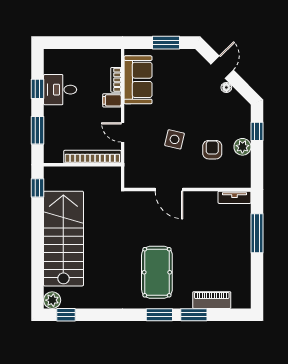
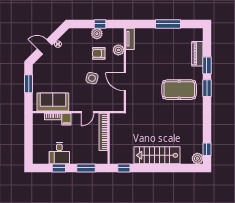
window: (257, 131) -> (100, 24), moved
plant: (217, 180) -> (118, 50), added
door: (169, 189) -> (125, 82), swing flipped
window: (257, 233) -> (168, 24), moved
stairs: (63, 239) -> (157, 155), width x0.73, depth x0.66

